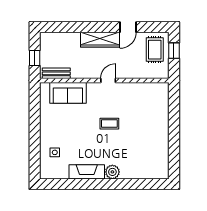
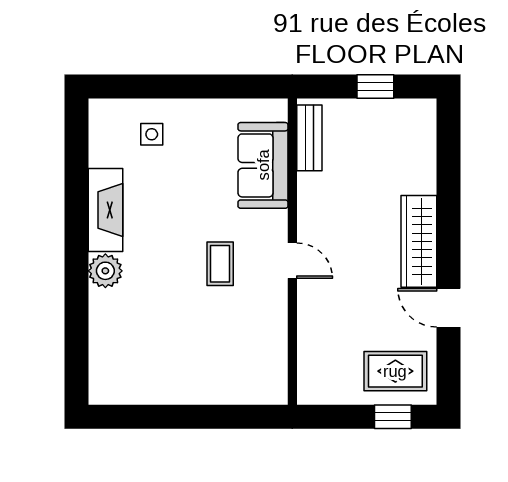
bench: (56, 73) -> (309, 138), moved
wall: (104, 80) -> (292, 252), moved
door: (108, 80) -> (292, 261), moved
sofa: (68, 93) -> (263, 165), moved

